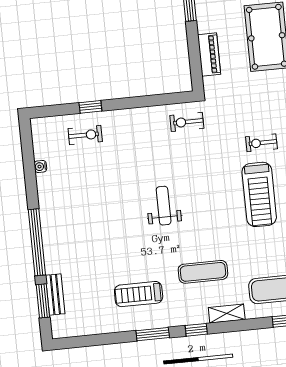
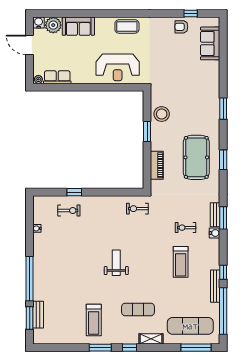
treadmill: (259, 194) -> (181, 262), width x0.73, depth x0.73
treadmill: (139, 294) -> (94, 320), turned -90

